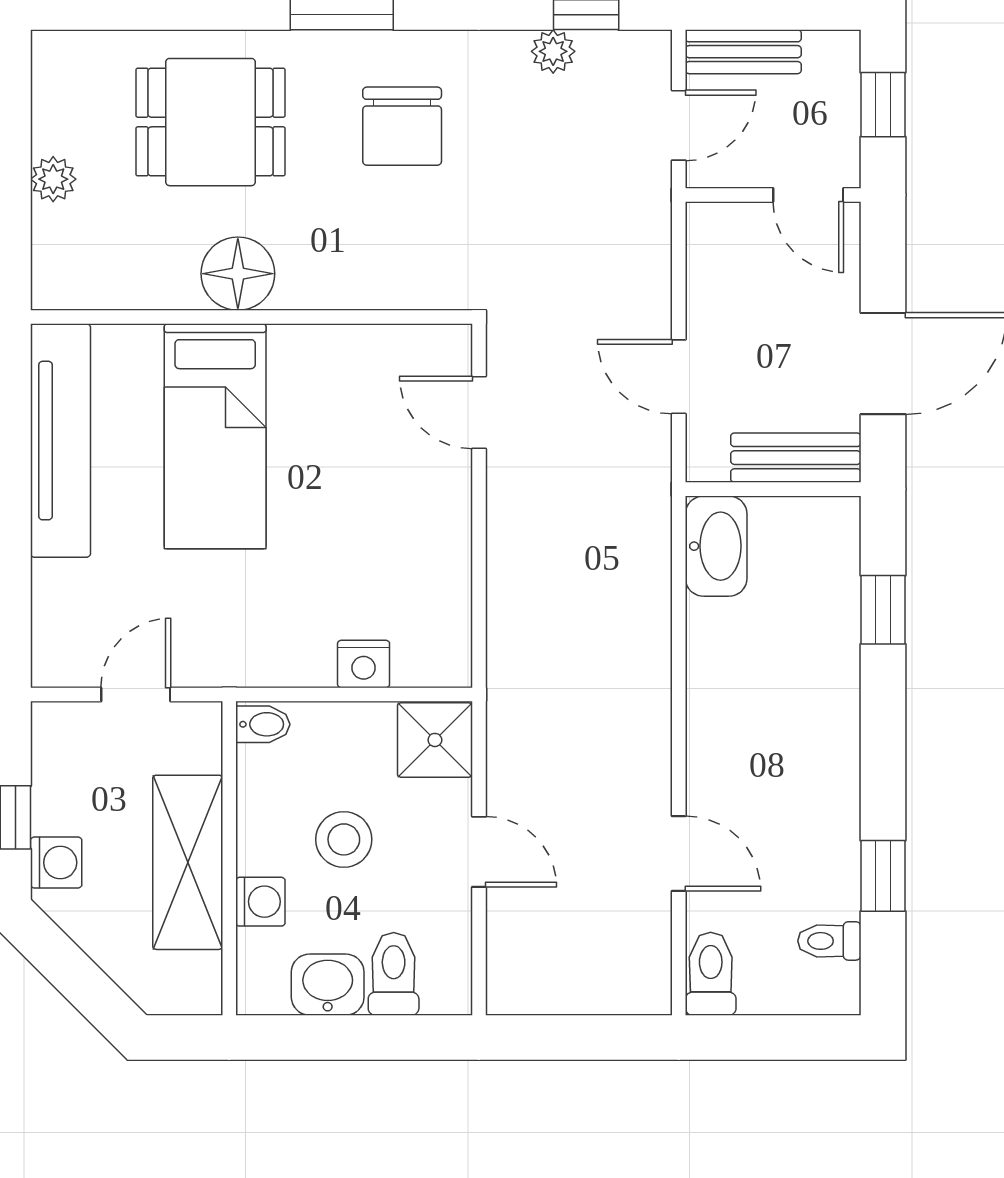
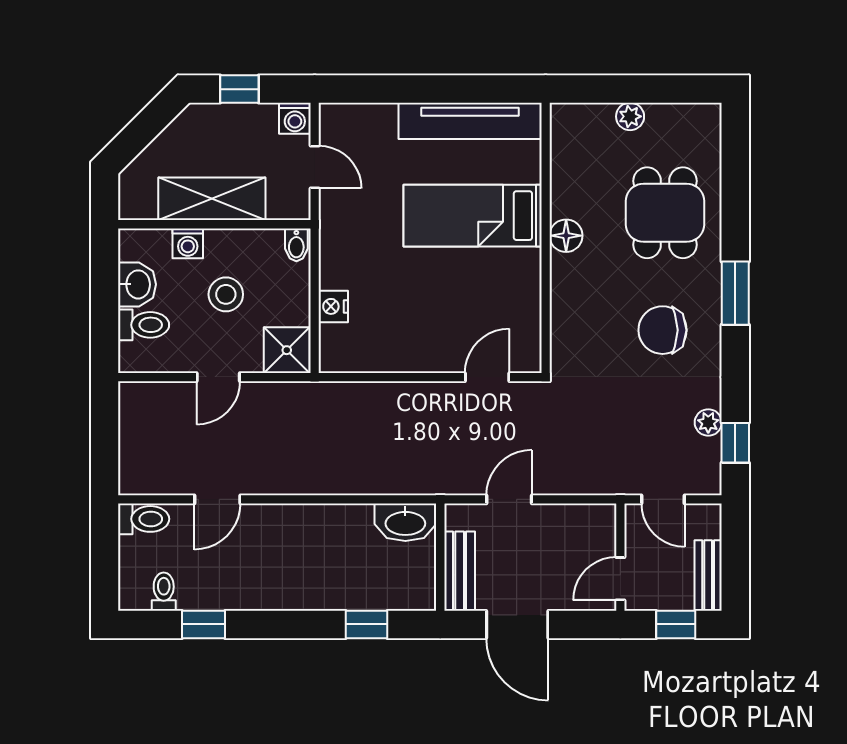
bench: (743, 52) -> (708, 575), moved
floor lamp: (238, 274) -> (566, 236), width x0.73, depth x0.73
washing machine: (56, 863) -> (295, 118), moved

